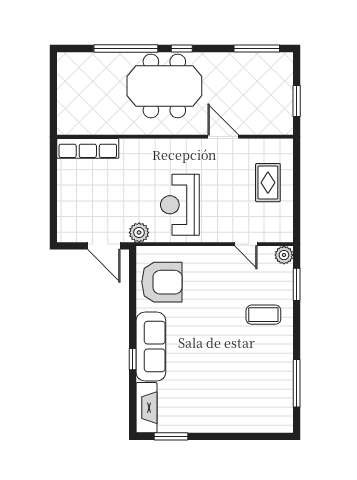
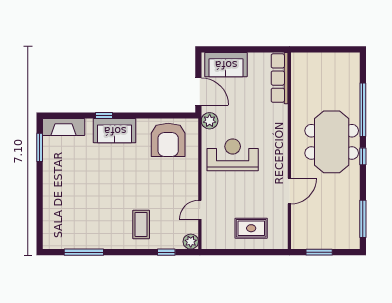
sofa: (72, 213) -> (226, 65), added
door: (104, 246) -> (198, 91), swing flipped
window: (297, 284) -> (166, 252), width x0.67
sofa: (151, 347) -> (115, 131), width x0.73

